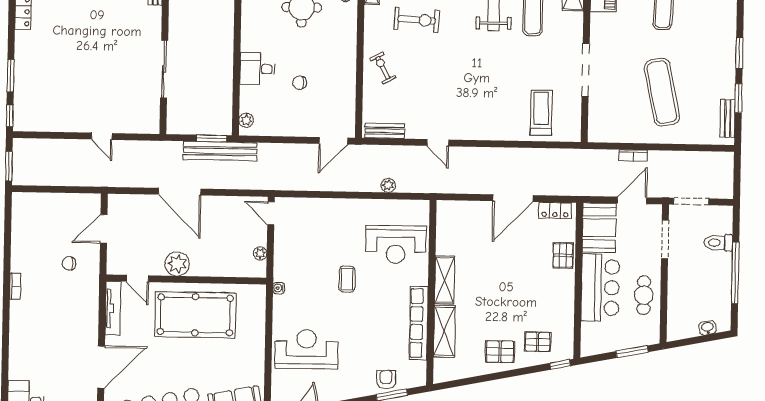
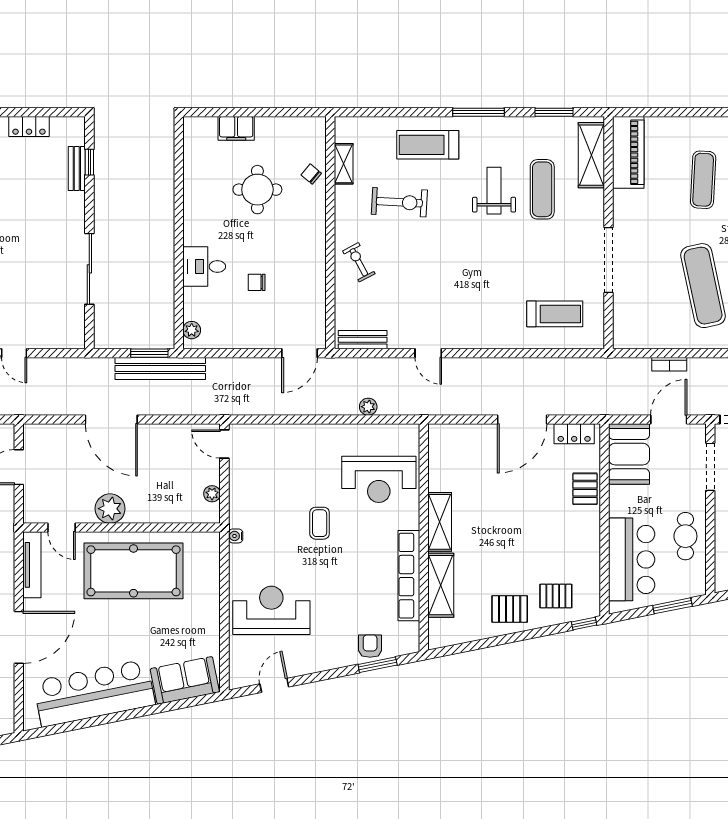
treadmill: (541, 113) -> (555, 314), turned 90
bar counter: (600, 288) -> (632, 559), moved

